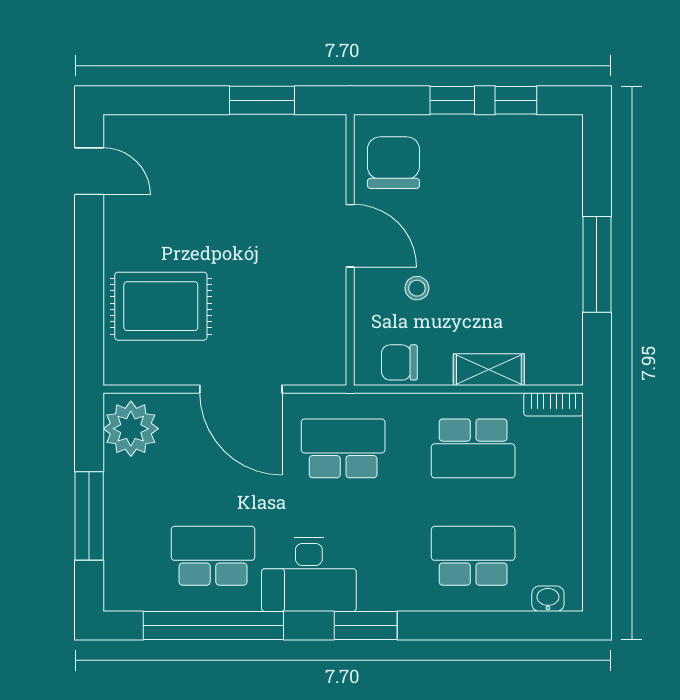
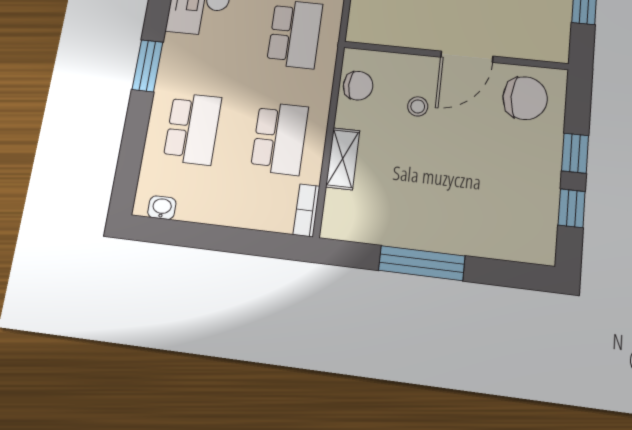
chair: (399, 362) -> (358, 86), turned 90
school desk: (473, 448) -> (280, 138), turned 180
washbasin: (548, 599) -> (162, 208), moved, turned -90
window: (366, 626) -> (147, 66), moved

